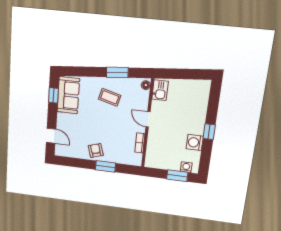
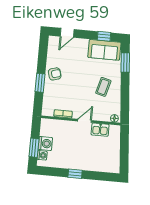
window: (117, 72) -> (125, 63), moved
kitchen sink: (160, 90) -> (100, 130), moved
washing machine: (195, 142) -> (45, 143), moved, turned 90

